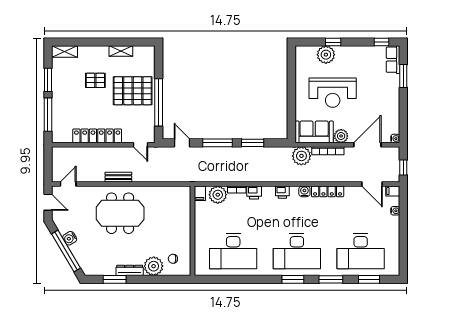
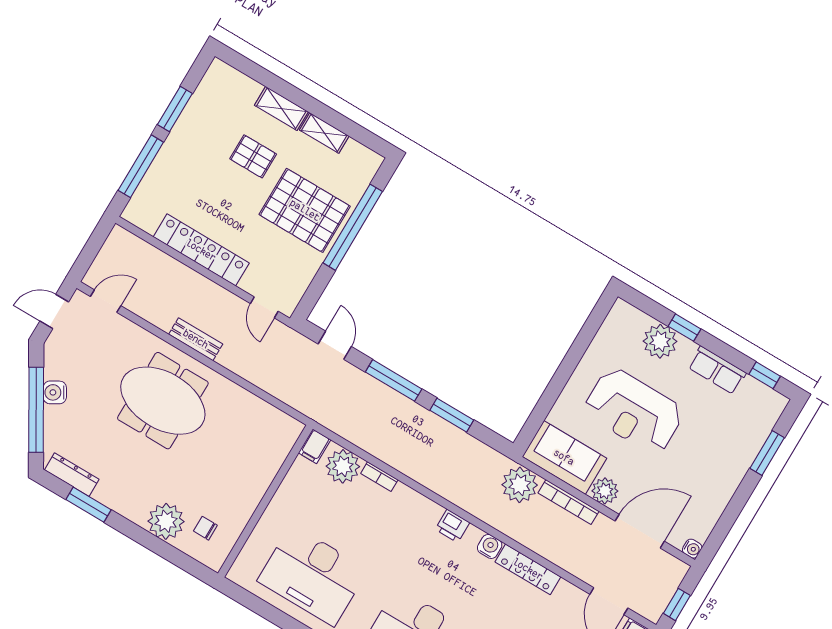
shelving: (64, 52) -> (281, 108), moved
row of seats: (393, 60) -> (717, 370), moved, turned -90
window: (159, 102) -> (353, 227), moved
printer: (254, 192) -> (405, 499), removed
door: (48, 202) -> (54, 311), swing flipped
dresser: (130, 270) -> (72, 475), moved

